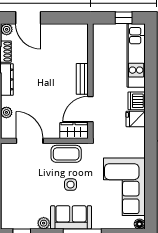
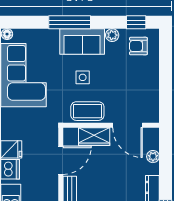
wardrobe: (74, 131) -> (94, 137), moved
armchair: (20, 213) -> (138, 46), added

